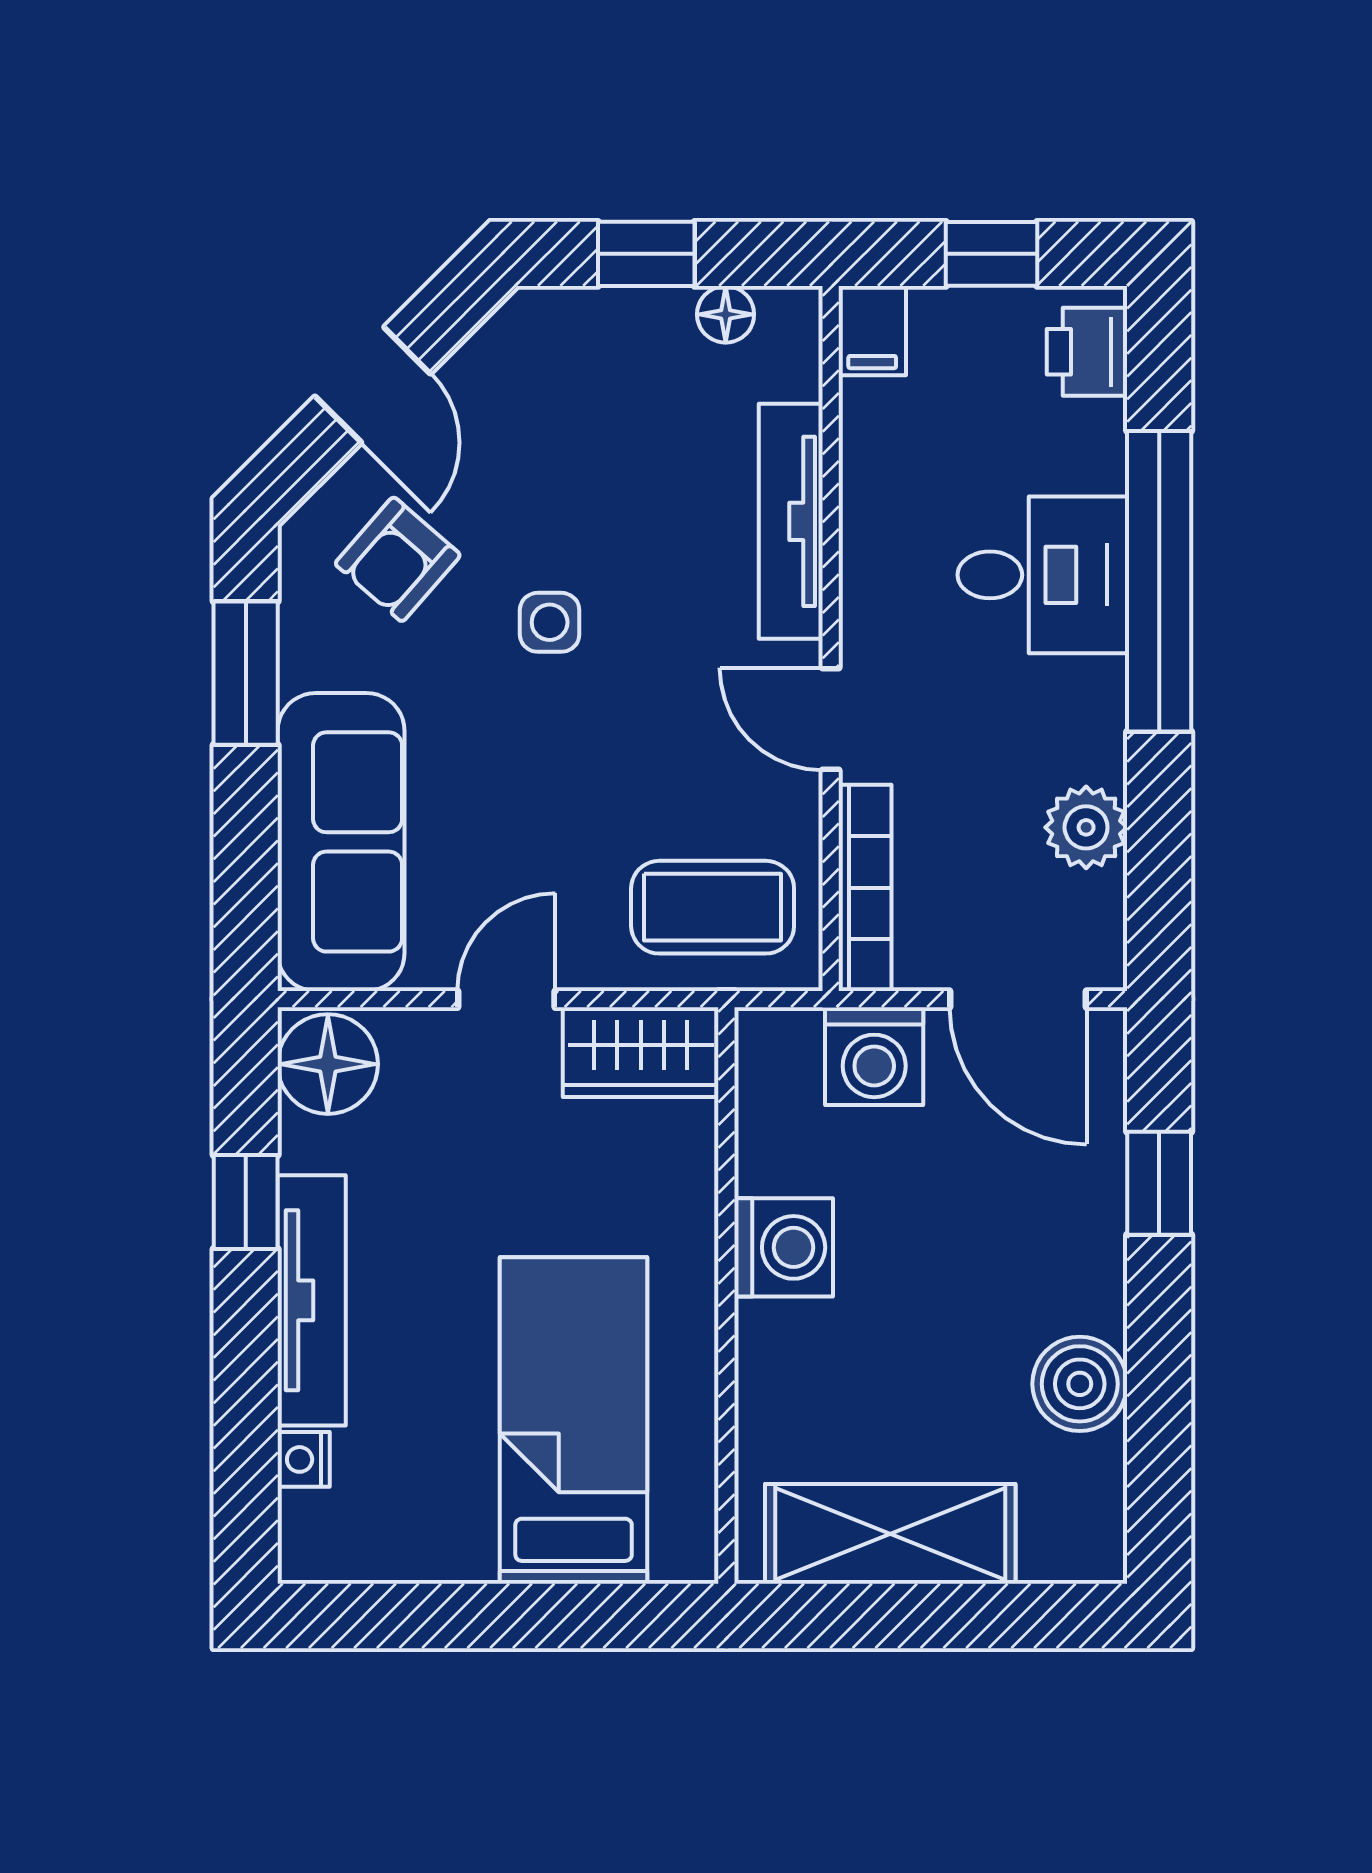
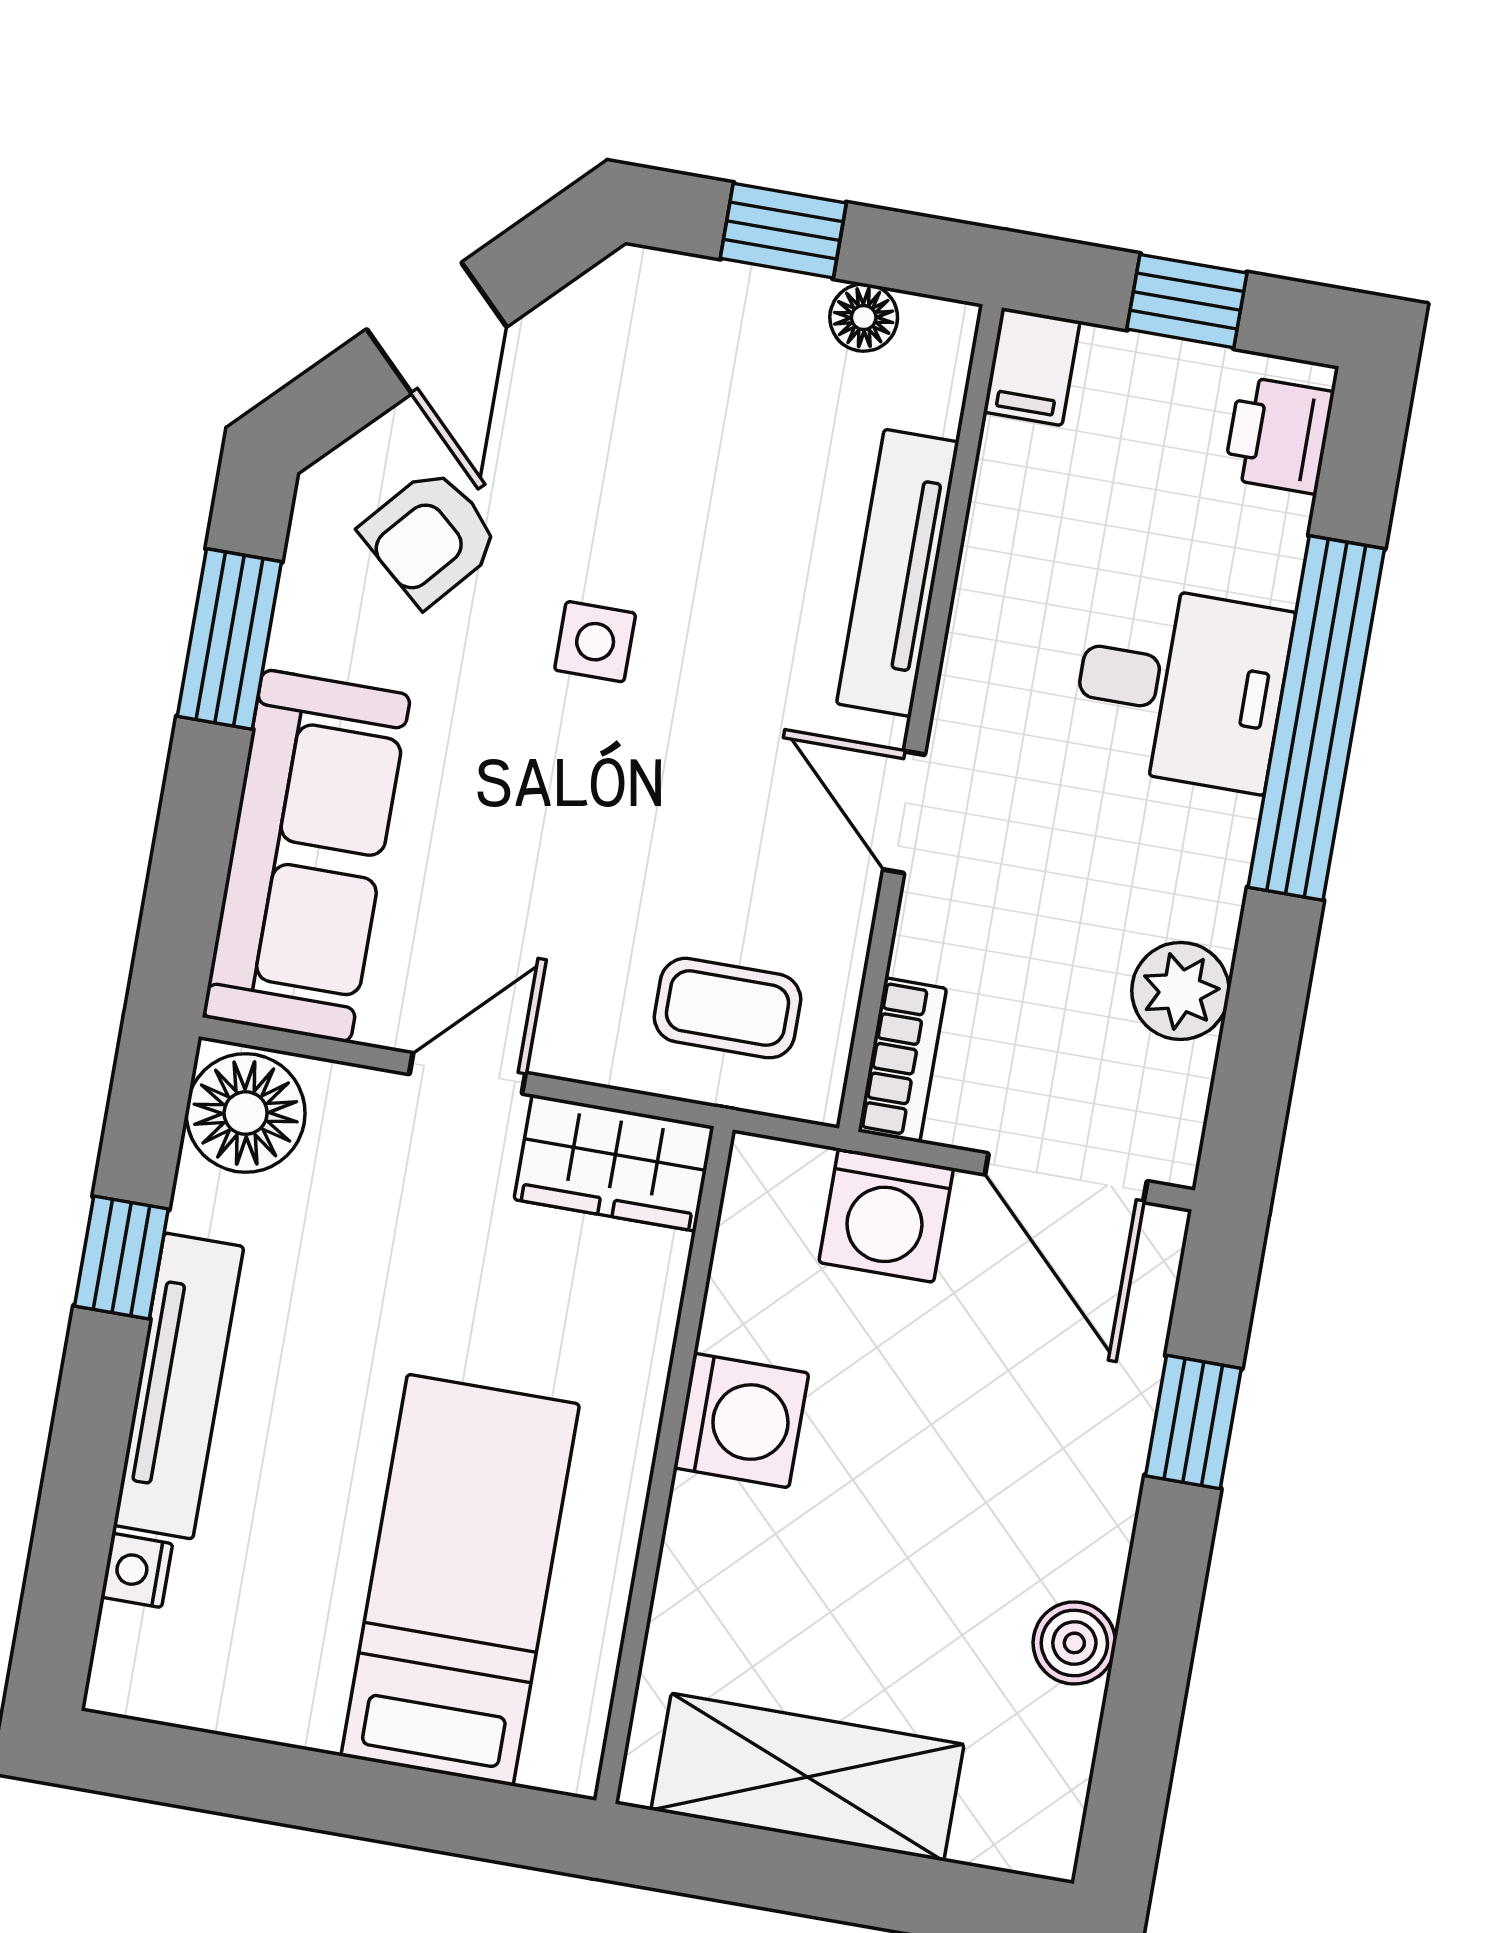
bookcase: (865, 888) -> (902, 1060), width x0.64
coffee table: (713, 907) -> (728, 1008), width x0.73, depth x0.77
boiler: (1080, 1384) -> (1074, 1643), width x0.73, depth x0.73

